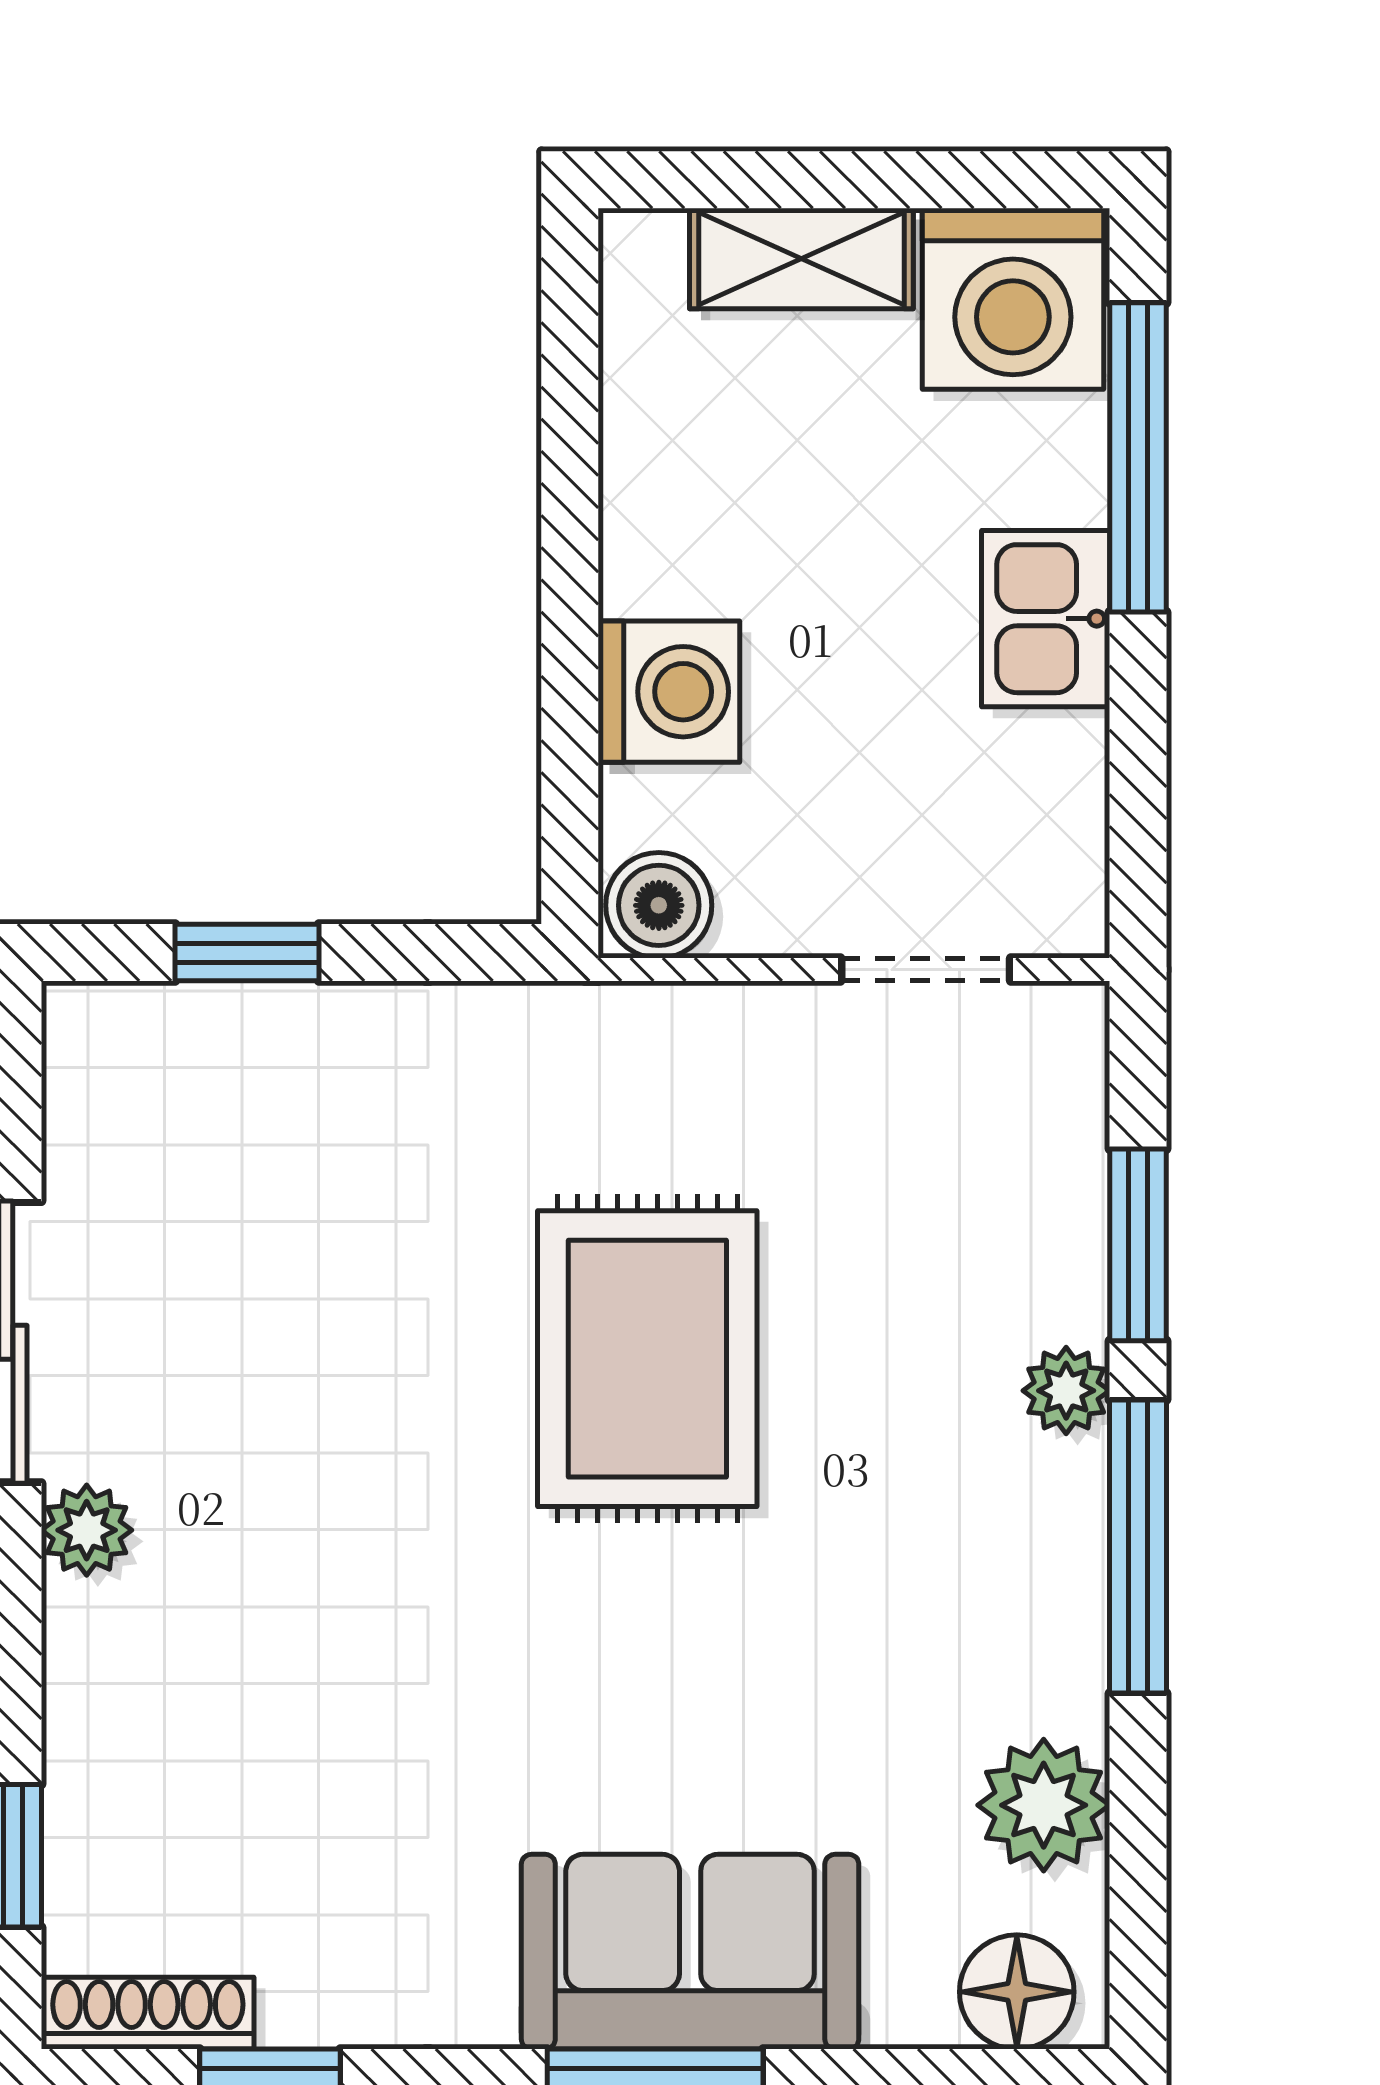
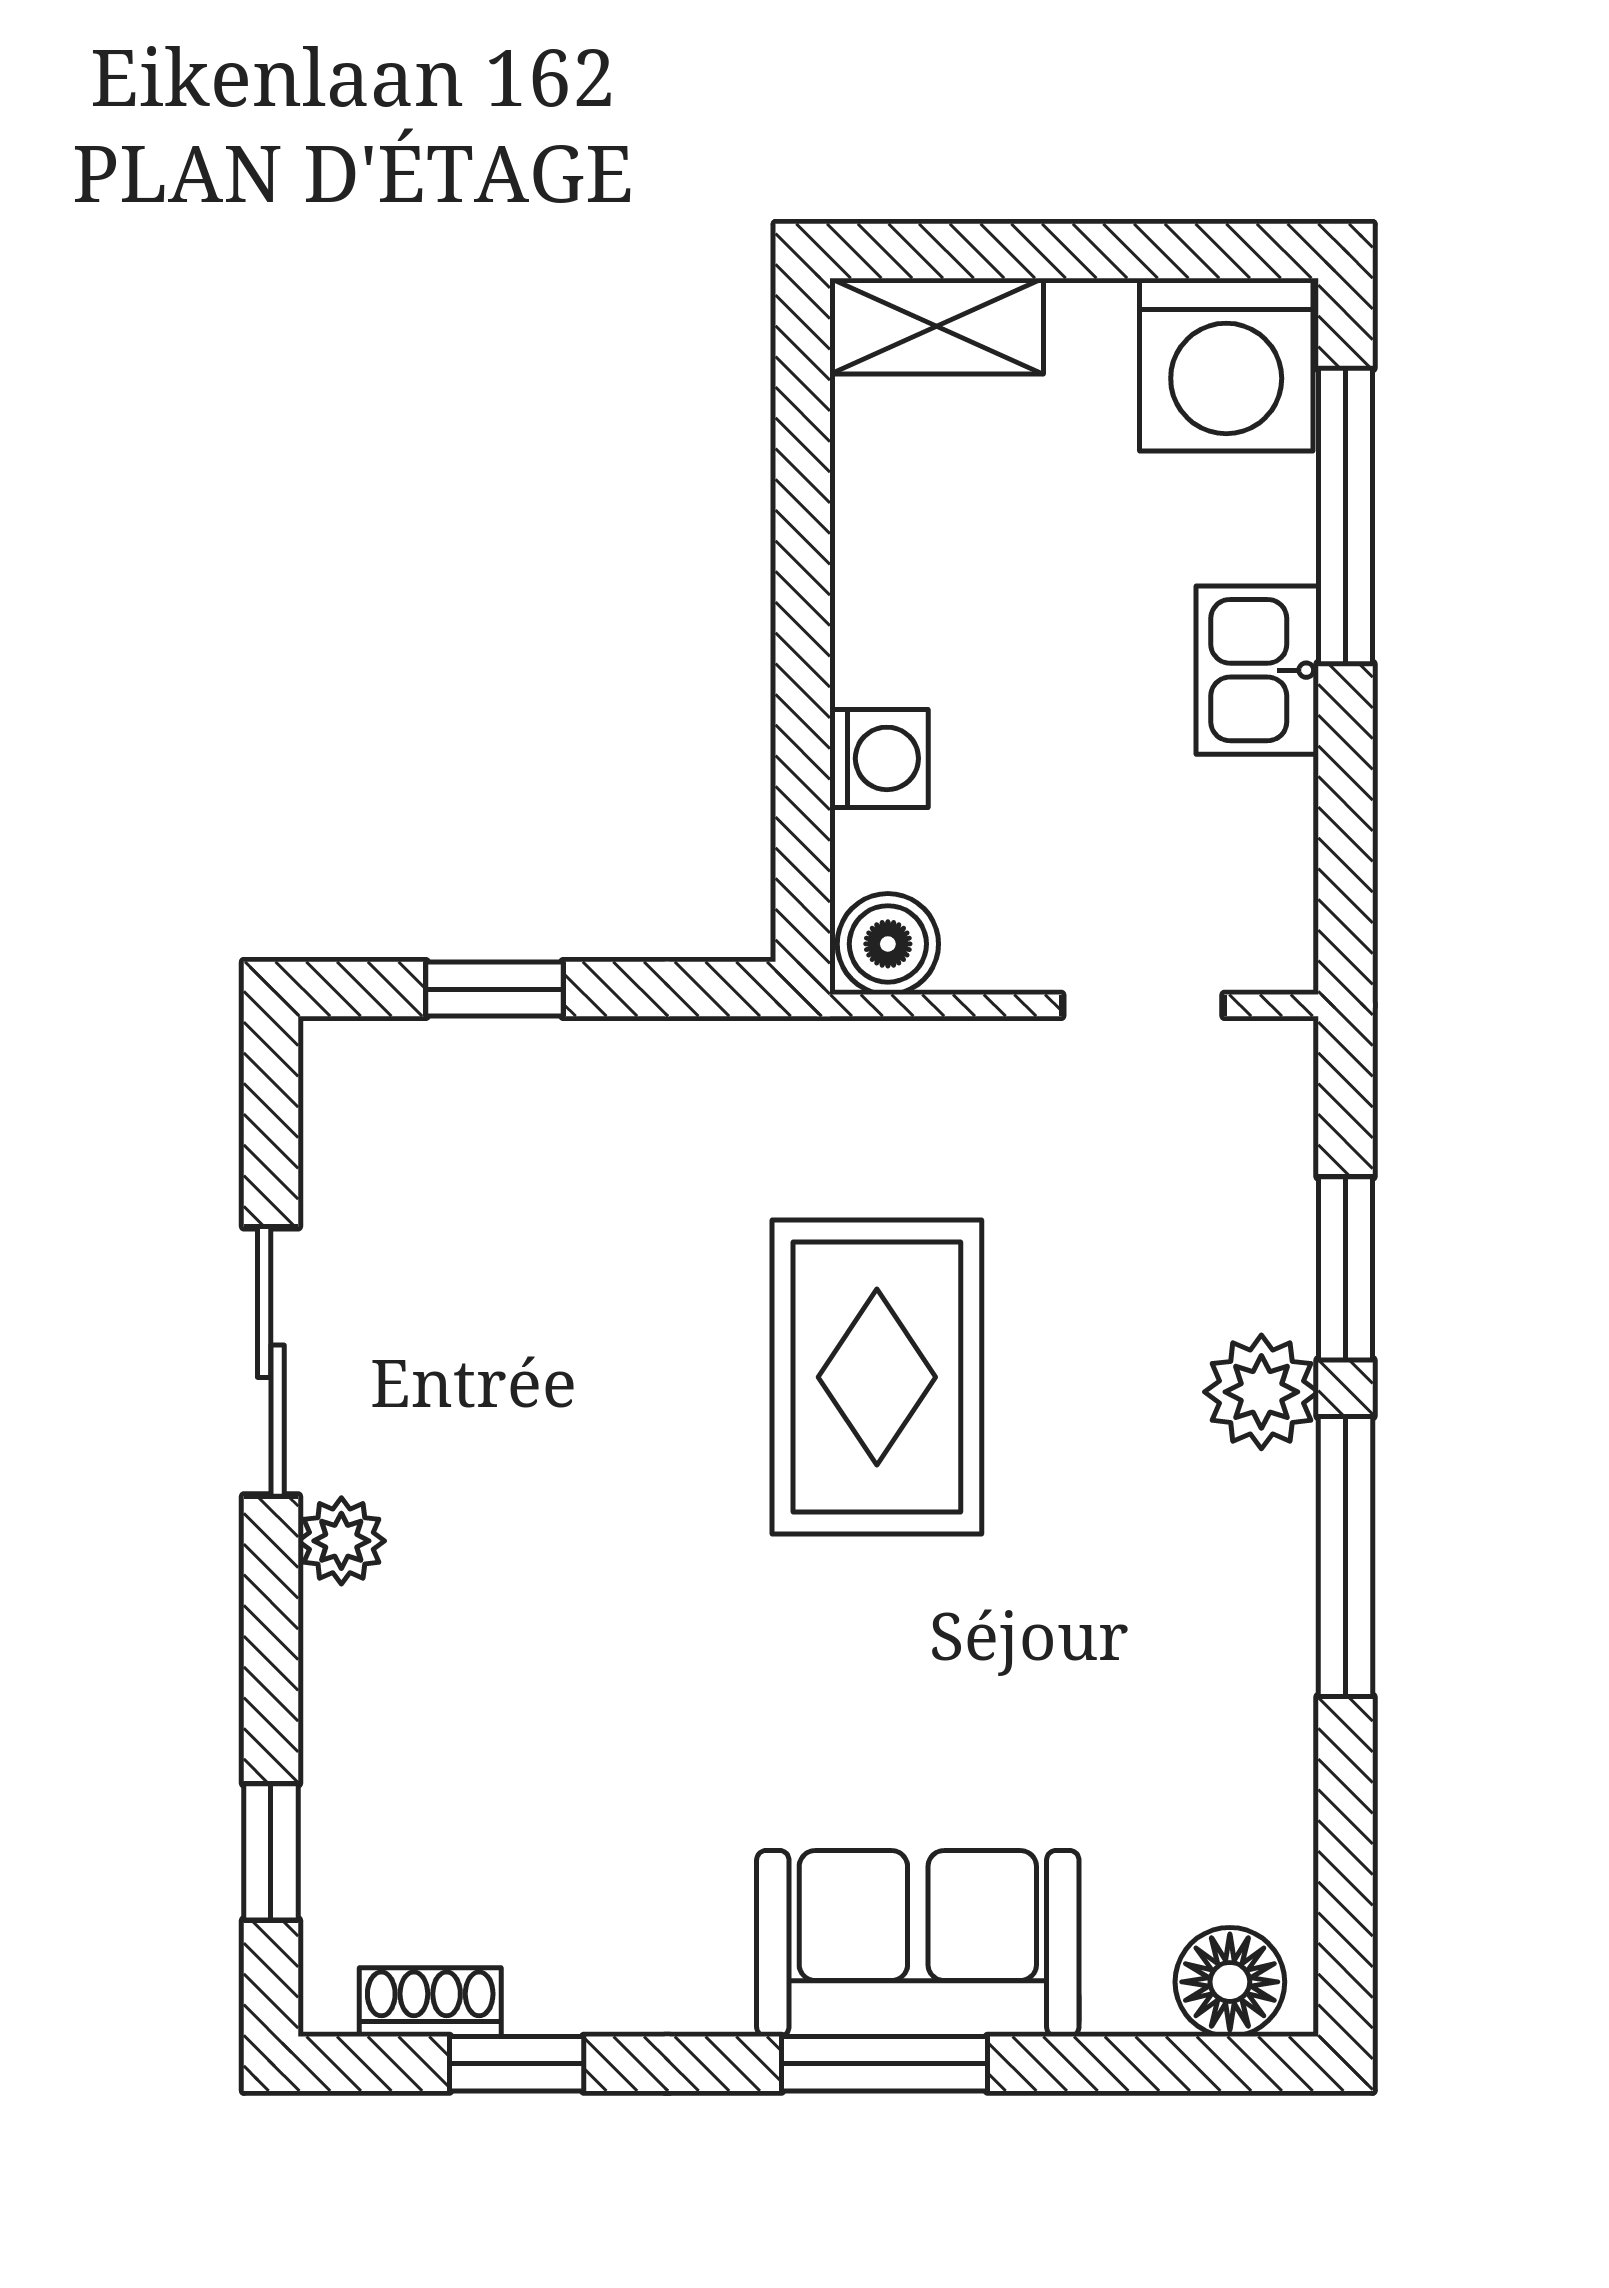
shelving: (801, 258) -> (937, 326), moved
washing machine: (669, 692) -> (879, 758), width x0.73, depth x0.73
plant: (1066, 1391) -> (1261, 1392), width x1.38, depth x1.38
plant: (1044, 1805) -> (1255, 1803), removed
shoe rack: (148, 2013) -> (430, 2002), width x0.70

